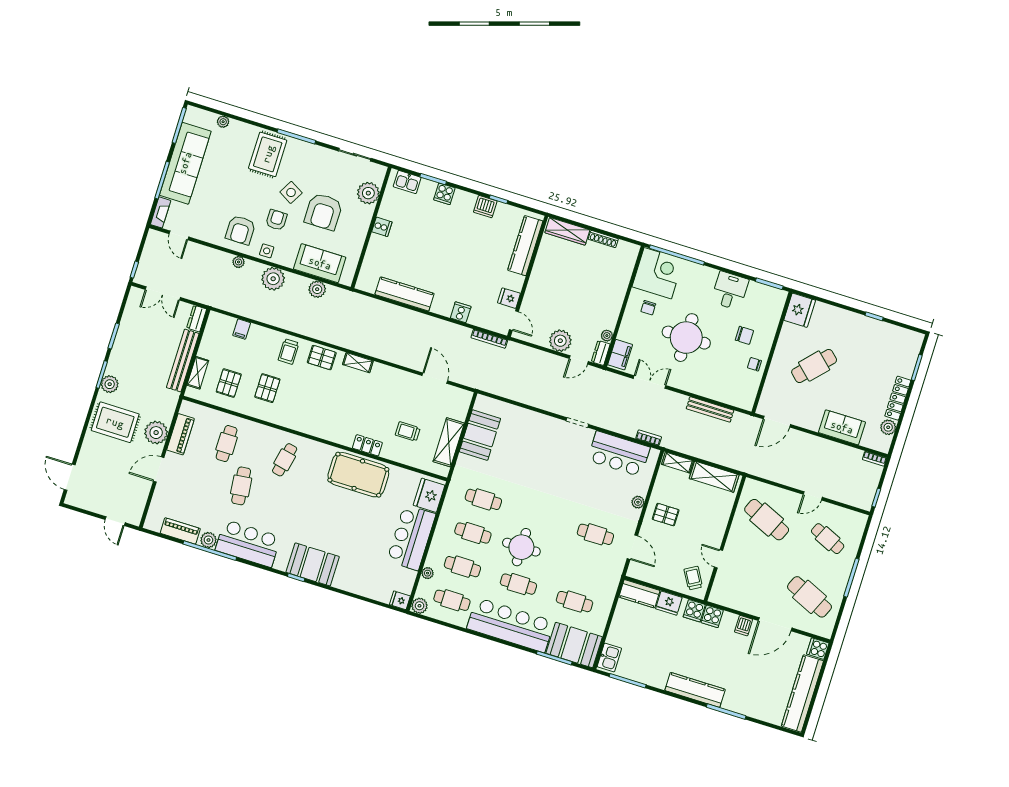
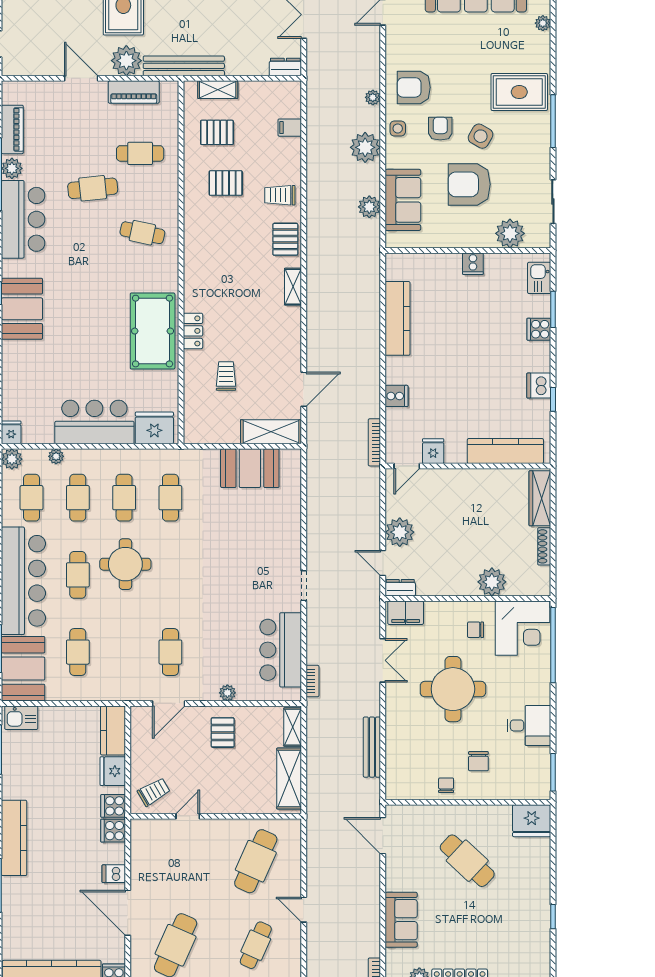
armchair: (276, 220) -> (440, 129), turned -90
plant: (607, 336) -> (492, 582), moved, width x1.88, depth x1.88
bench: (183, 360) -> (184, 66), moved
shelving: (449, 442) -> (271, 432), moved

